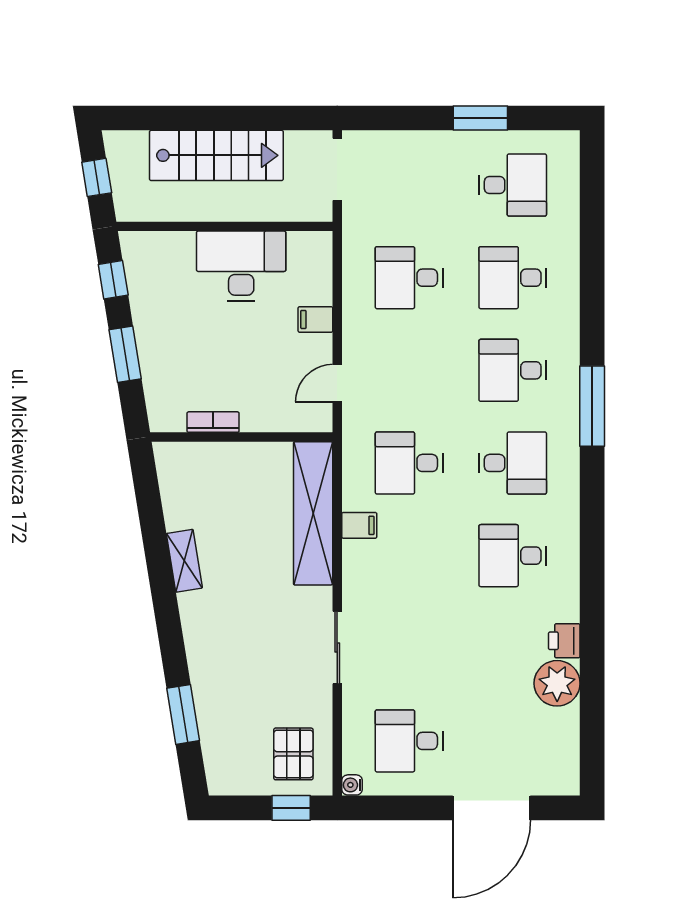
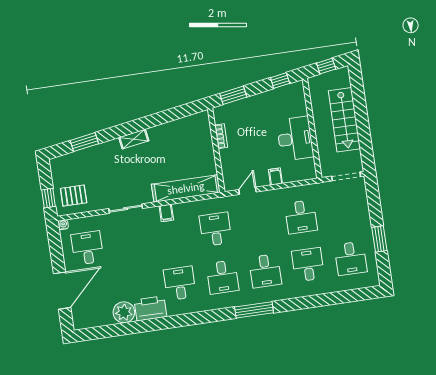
desk: (409, 278) -> (301, 217), turned 180
window: (125, 354) -> (233, 95), moved
desk: (513, 370) -> (265, 271), turned 180
door: (337, 383) -> (248, 191), hinge flipped
filing cabinet: (359, 525) -> (166, 213), moved
shelving: (184, 561) -> (134, 139), moved
printer: (564, 641) -> (150, 308), width x1.87, depth x1.48
door: (492, 808) -> (62, 291), swing flipped

